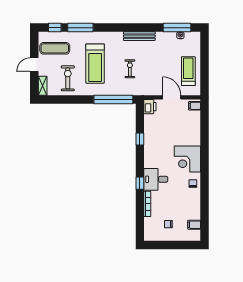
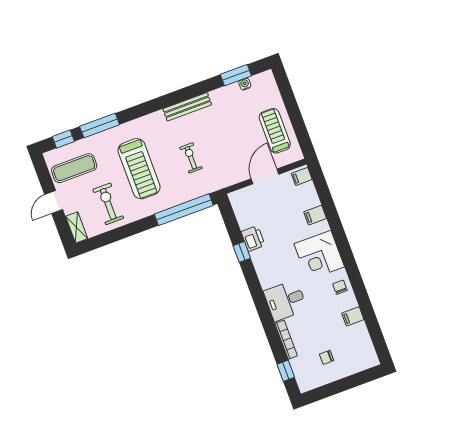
window: (177, 28) -> (236, 75), width x0.69
door: (172, 97) -> (265, 176), hinge flipped
printer: (150, 107) -> (253, 239), moved
filing cabinet: (194, 133) -> (315, 215), added
window: (140, 183) -> (286, 371), moved
filing cabinet: (194, 225) -> (353, 316), moved

